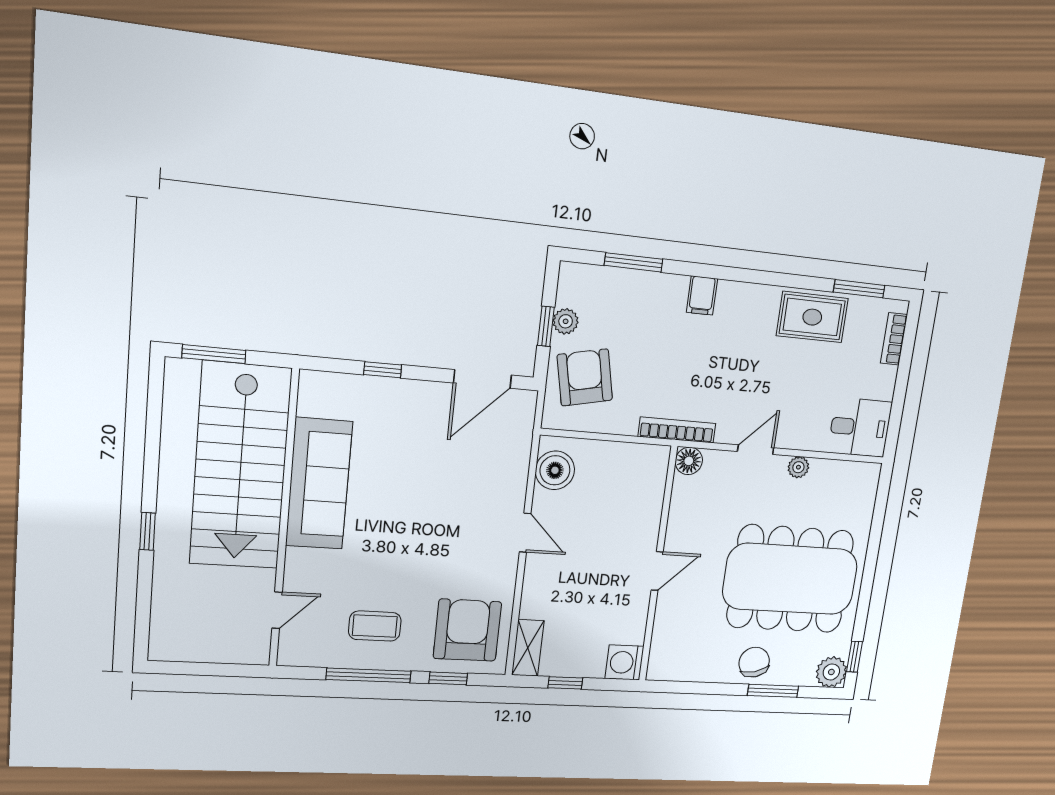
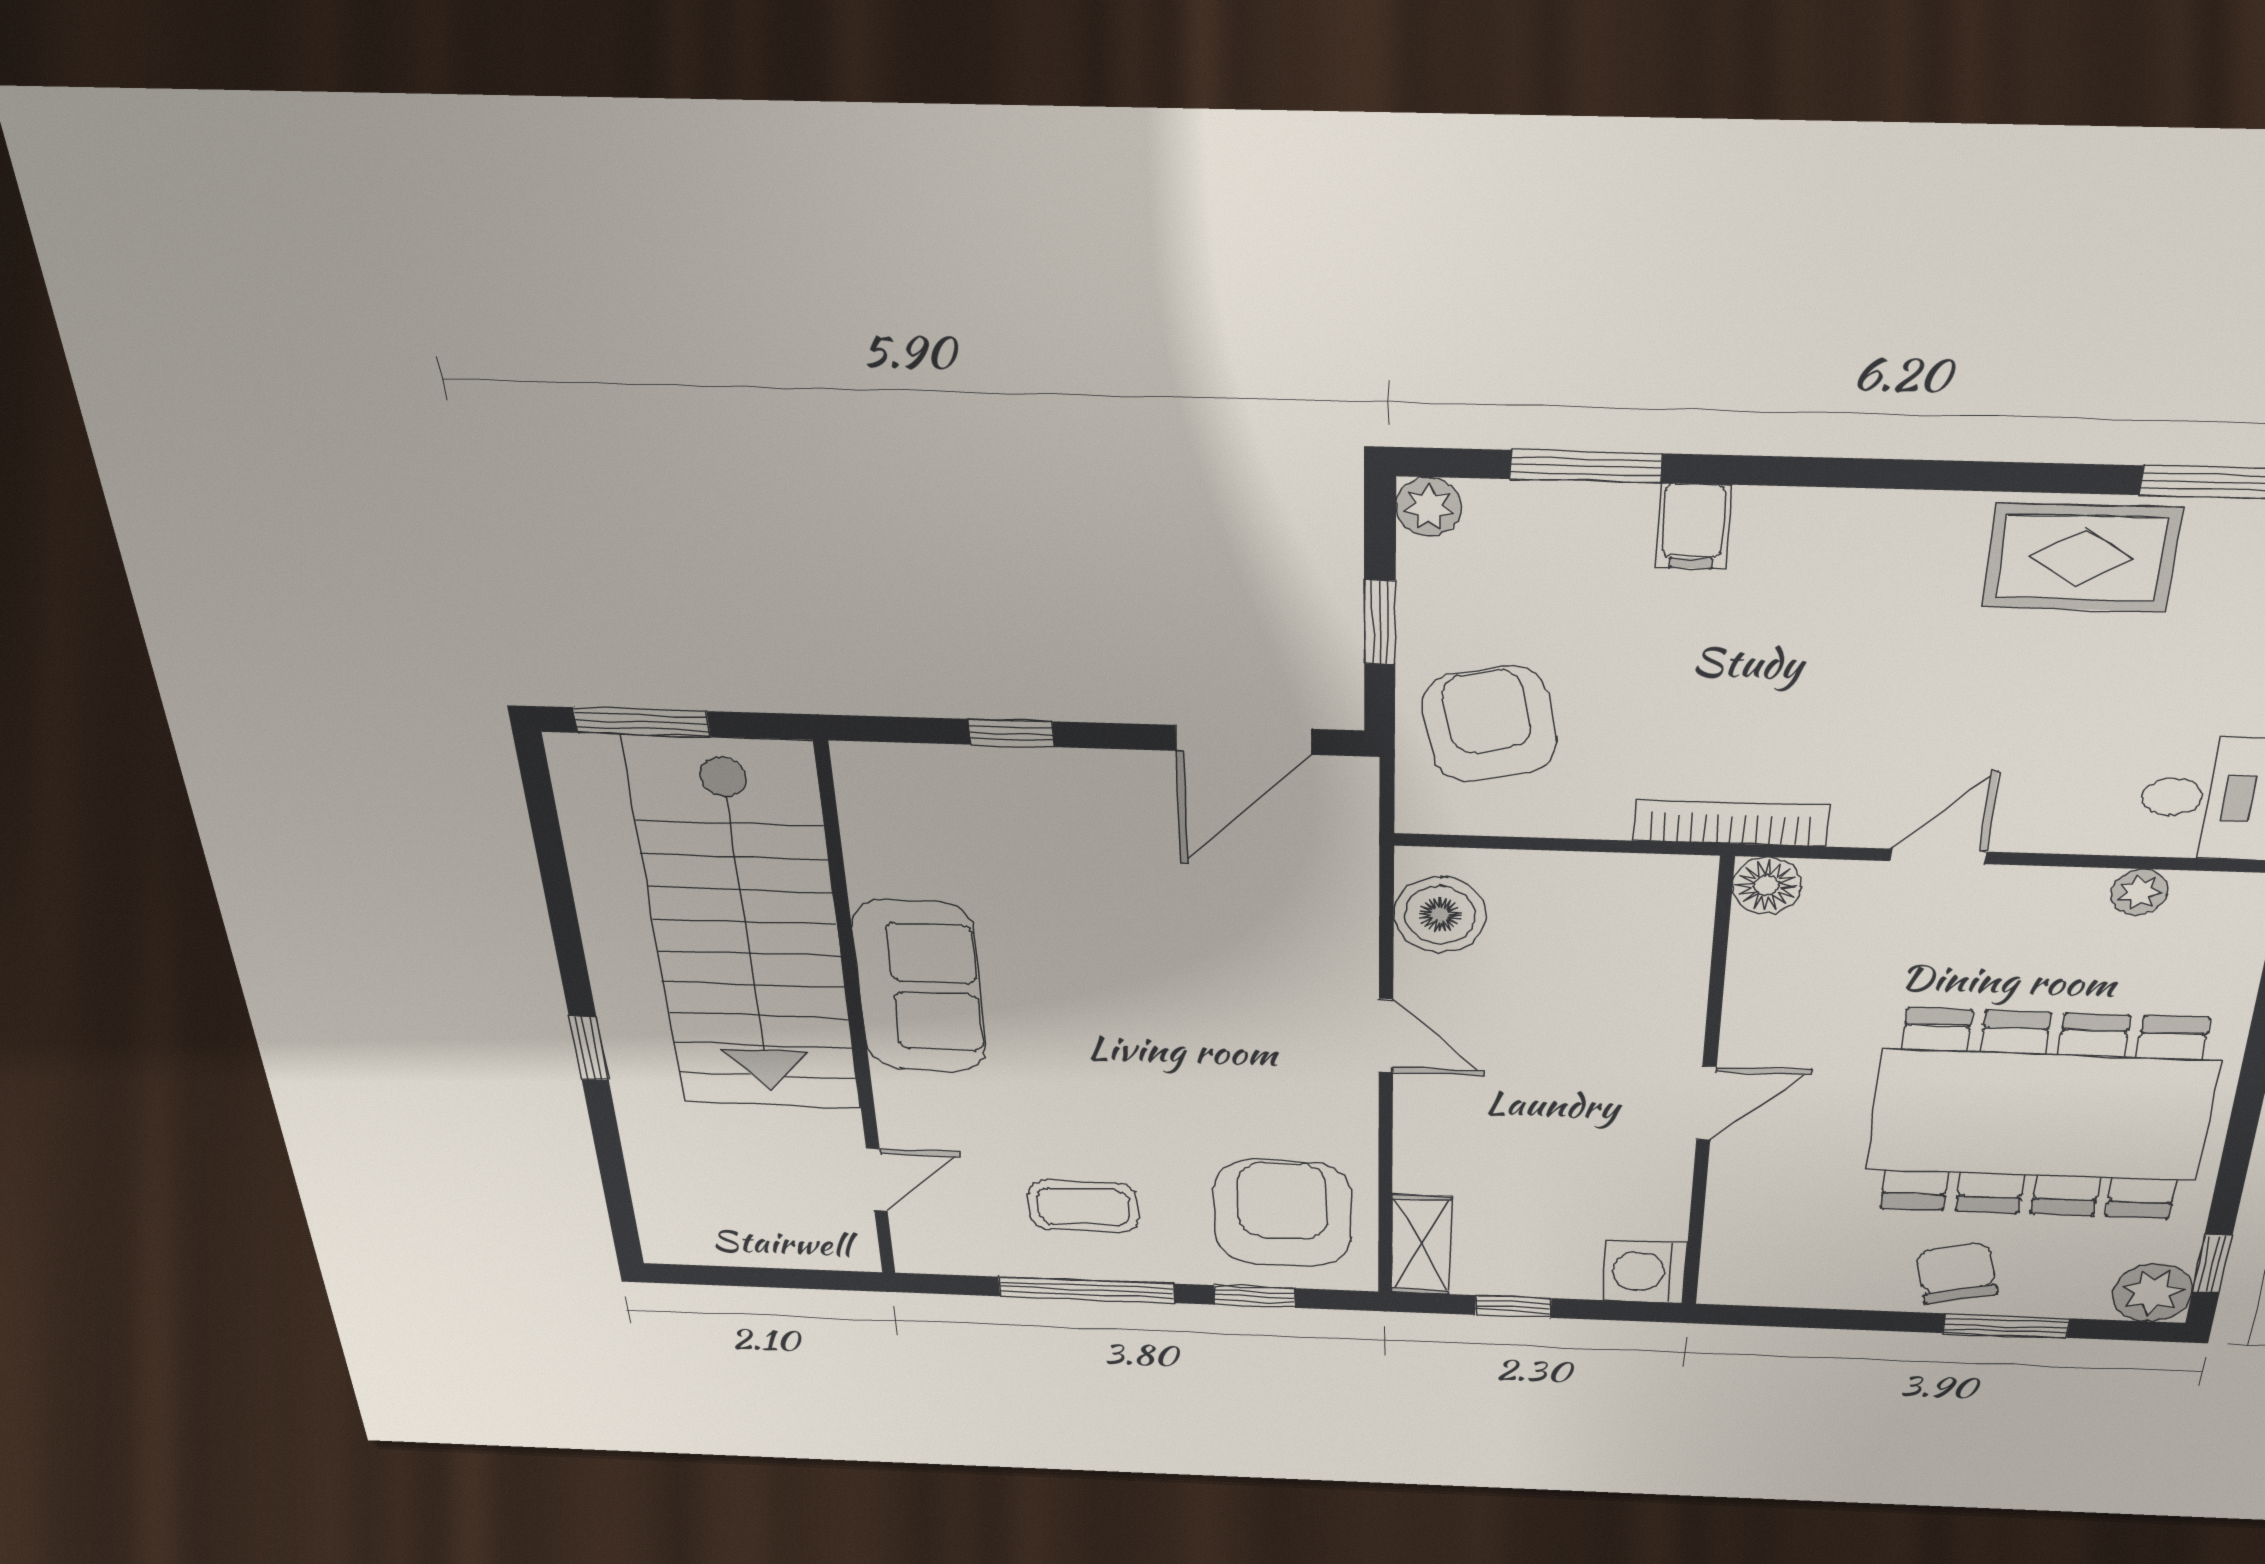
filing cabinet: (702, 295) -> (1693, 526), moved
plant: (566, 321) -> (1429, 507), moved
plant: (798, 467) -> (2139, 892), moved
sofa: (319, 484) -> (919, 987), width x0.73

